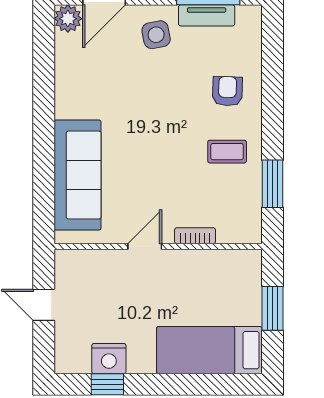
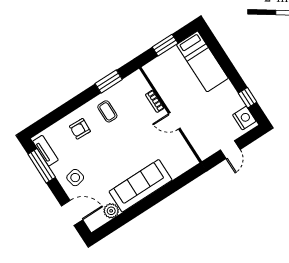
tv unit: (207, 15) -> (45, 151), moved
plant: (68, 19) -> (111, 211), moved
sofa: (78, 175) -> (141, 186), moved
nightstand: (109, 359) -> (244, 118), moved

